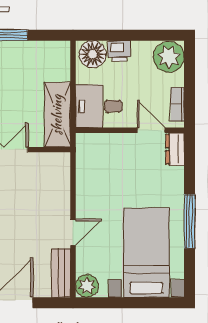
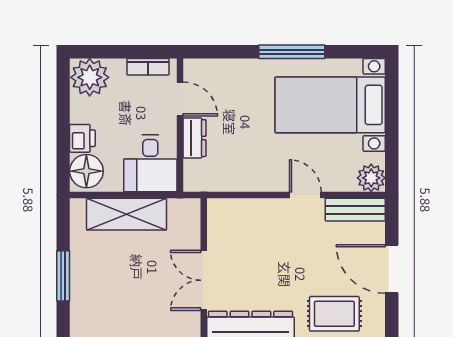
shelving: (57, 115) -> (127, 214), moved
door: (151, 130) -> (180, 99), swing flipped
dresser: (175, 149) -> (194, 138), moved, turned -90

